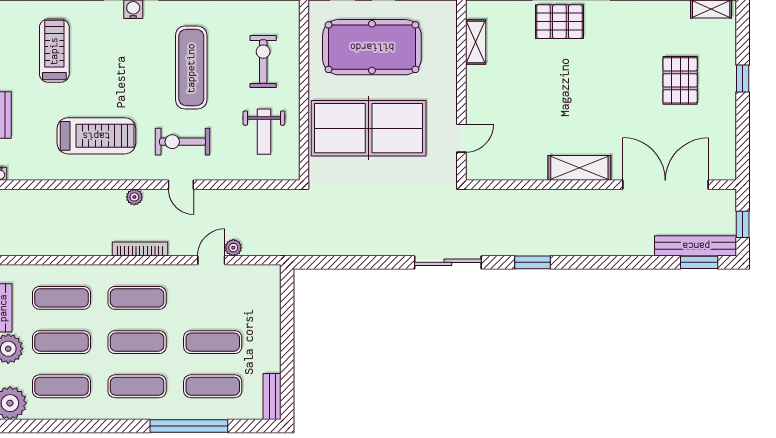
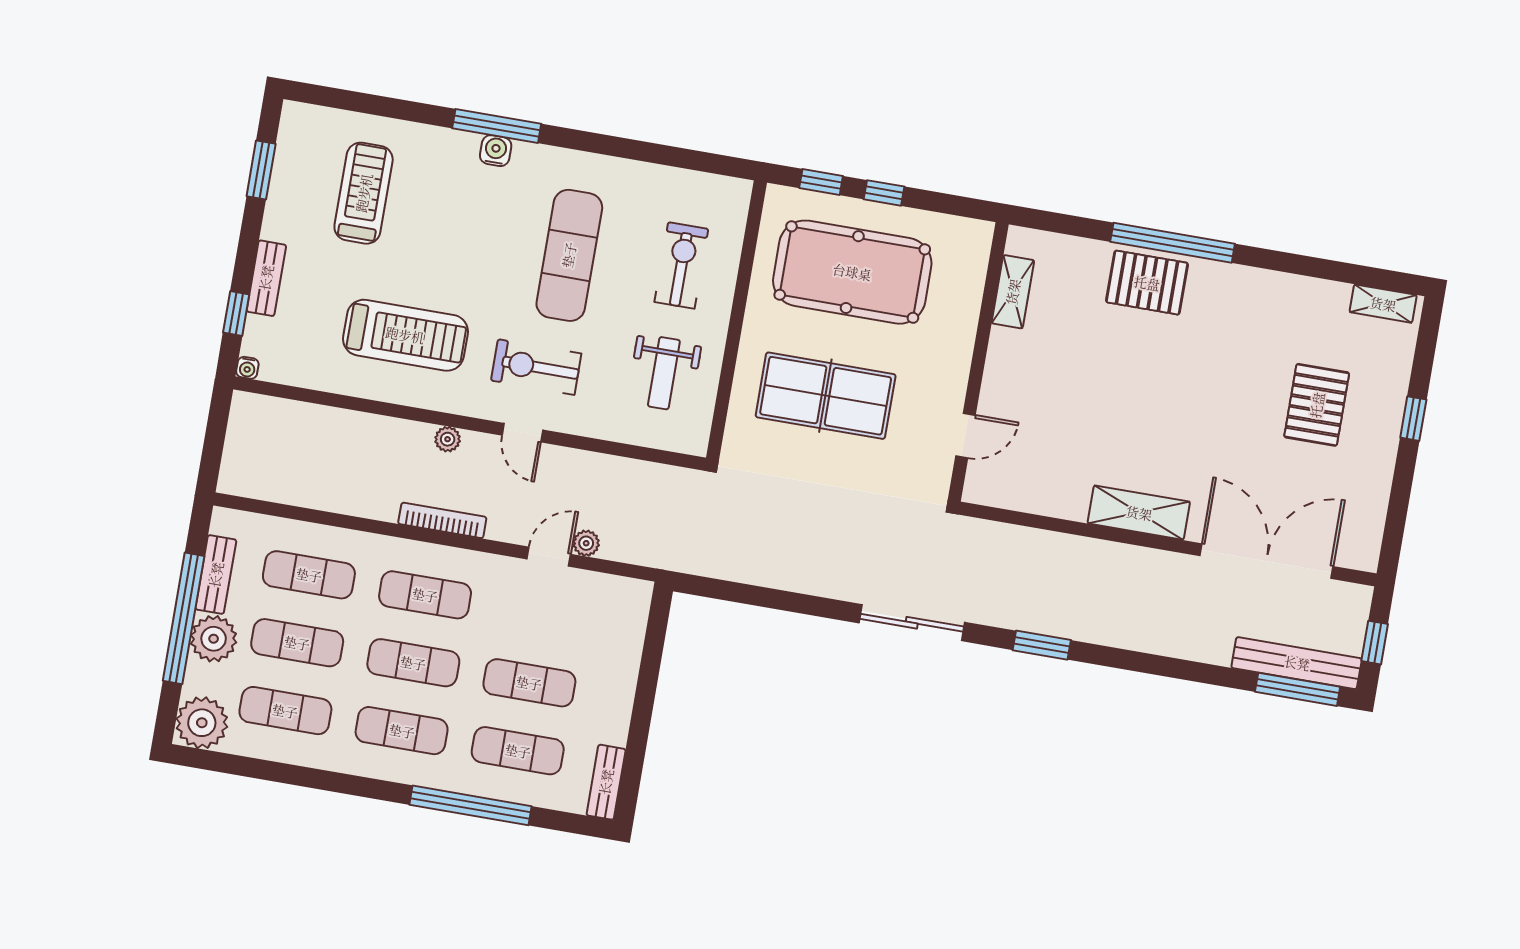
table tennis table: (369, 128) -> (826, 396), width x0.73, depth x0.76
window: (699, 262) -> (1298, 689), width x1.44

